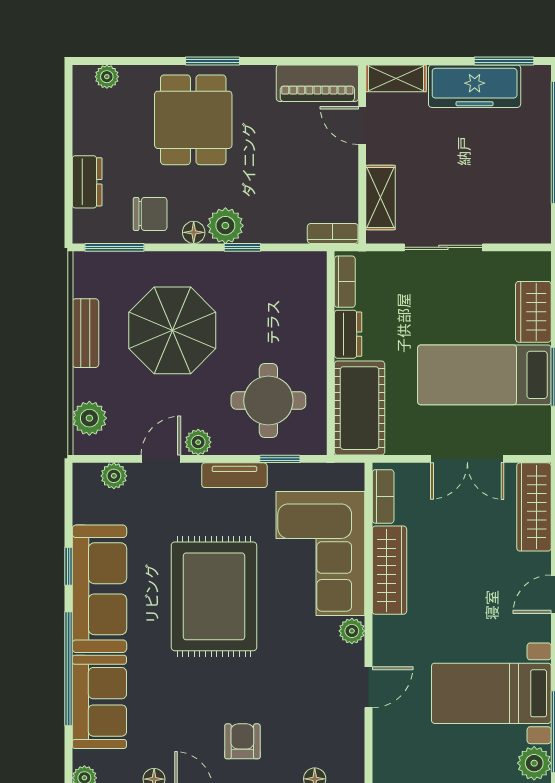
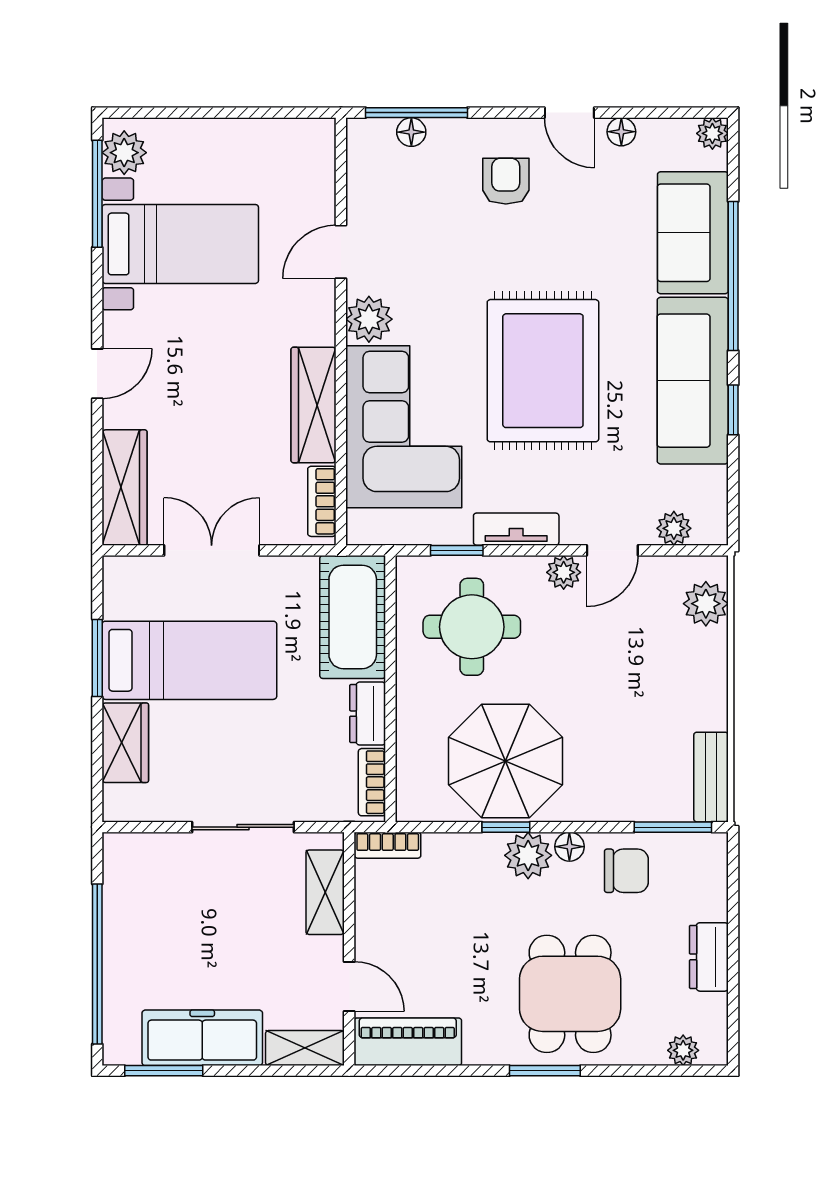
dresser: (87, 182) -> (709, 957), moved
chair: (150, 214) -> (626, 871), turned 180
parasol: (172, 330) -> (506, 761), moved
bench: (85, 333) -> (711, 777), moved
plant: (352, 631) -> (369, 319), width x1.38, depth x1.38
armchair: (242, 741) -> (506, 181), turned 180

